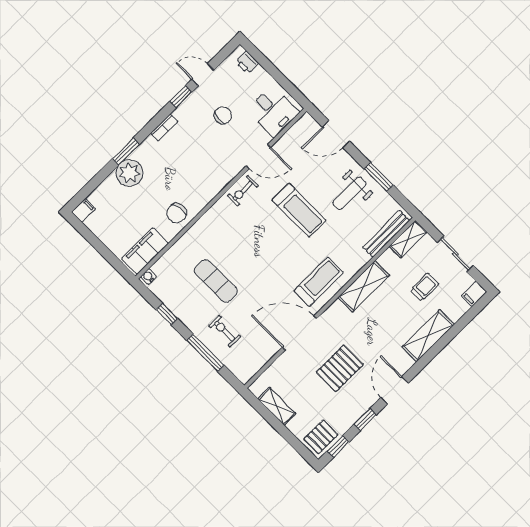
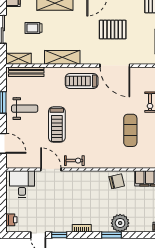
chair: (223, 115) -> (48, 206), removed
treadmill: (299, 210) -> (57, 125), turned 180

